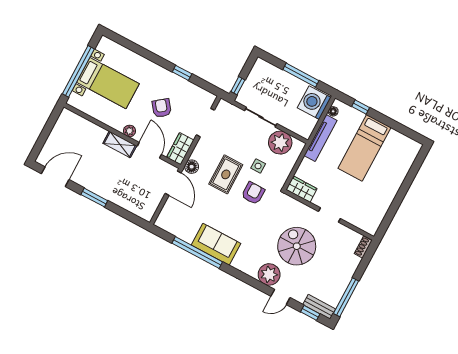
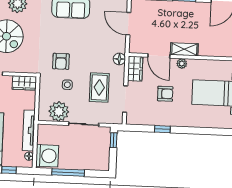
armchair: (162, 108) -> (165, 94), turned -52
rug: (226, 174) -> (99, 87), moved
door: (173, 183) -> (128, 24), moved

